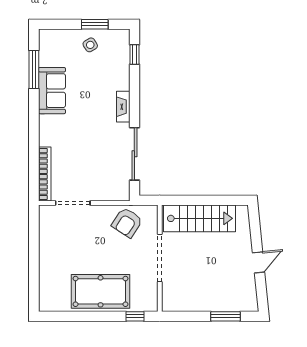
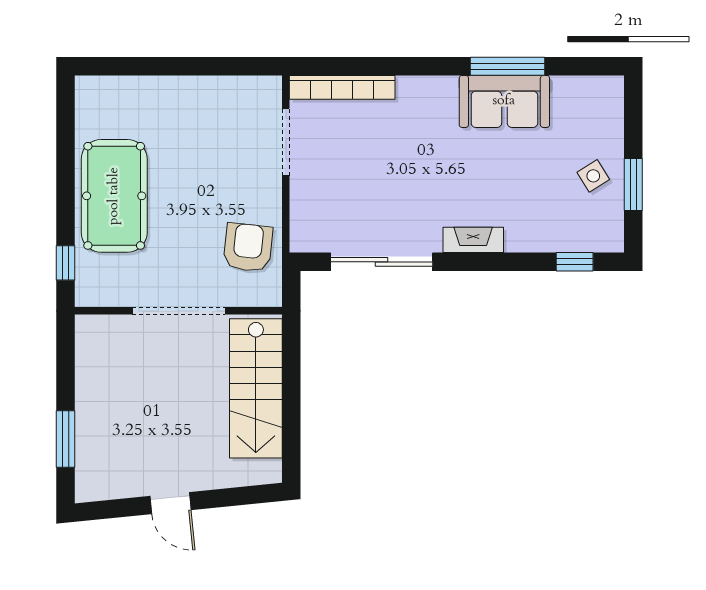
window: (34, 69) -> (508, 66), moved
armchair: (127, 223) -> (248, 247), turned 63

